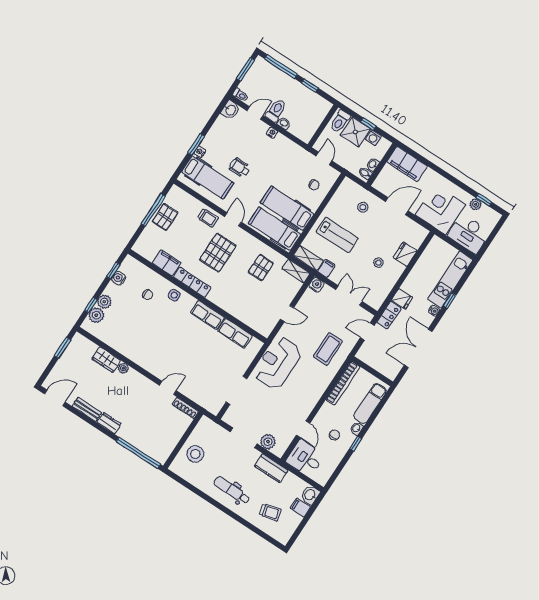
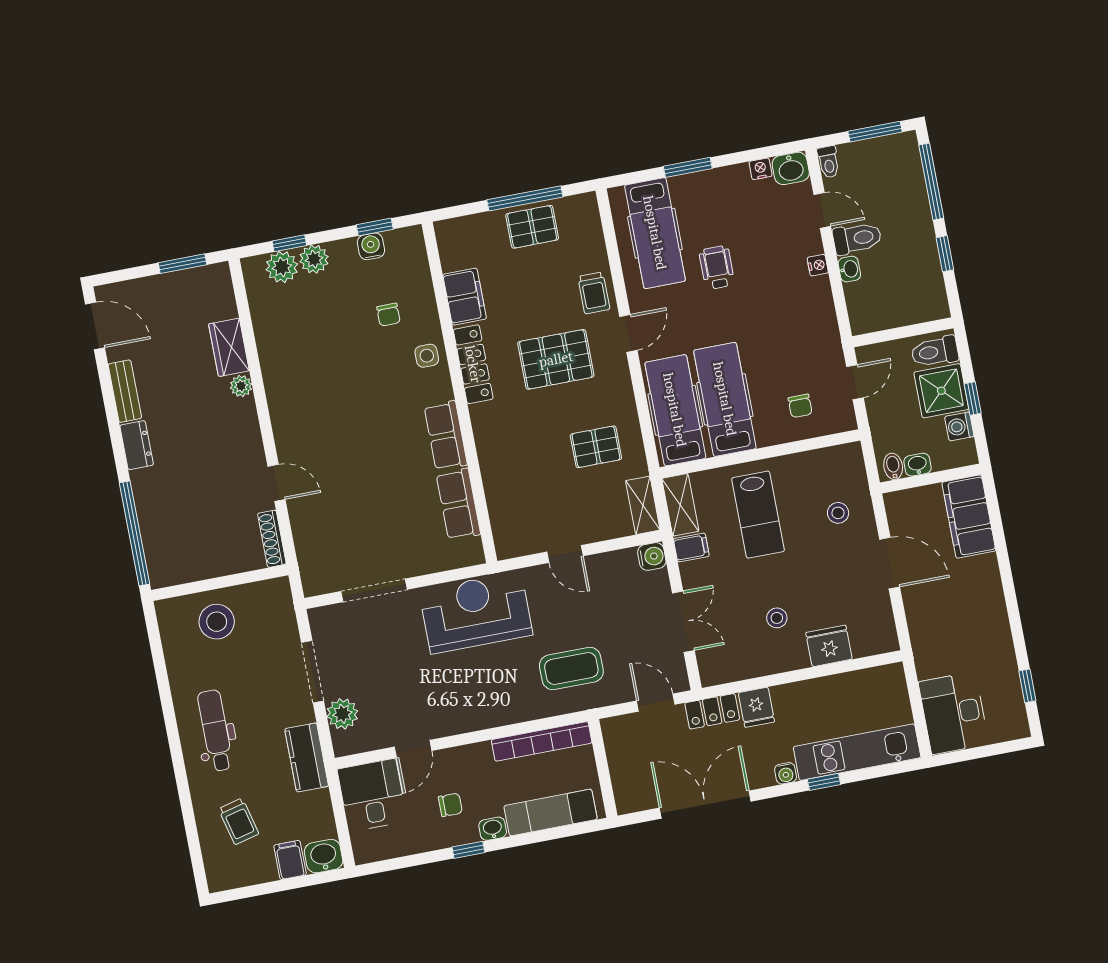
nightstand: (200, 152) -> (761, 169), moved
plant: (476, 204) -> (1008, 680), removed
corner desk: (440, 210) -> (948, 634), removed

